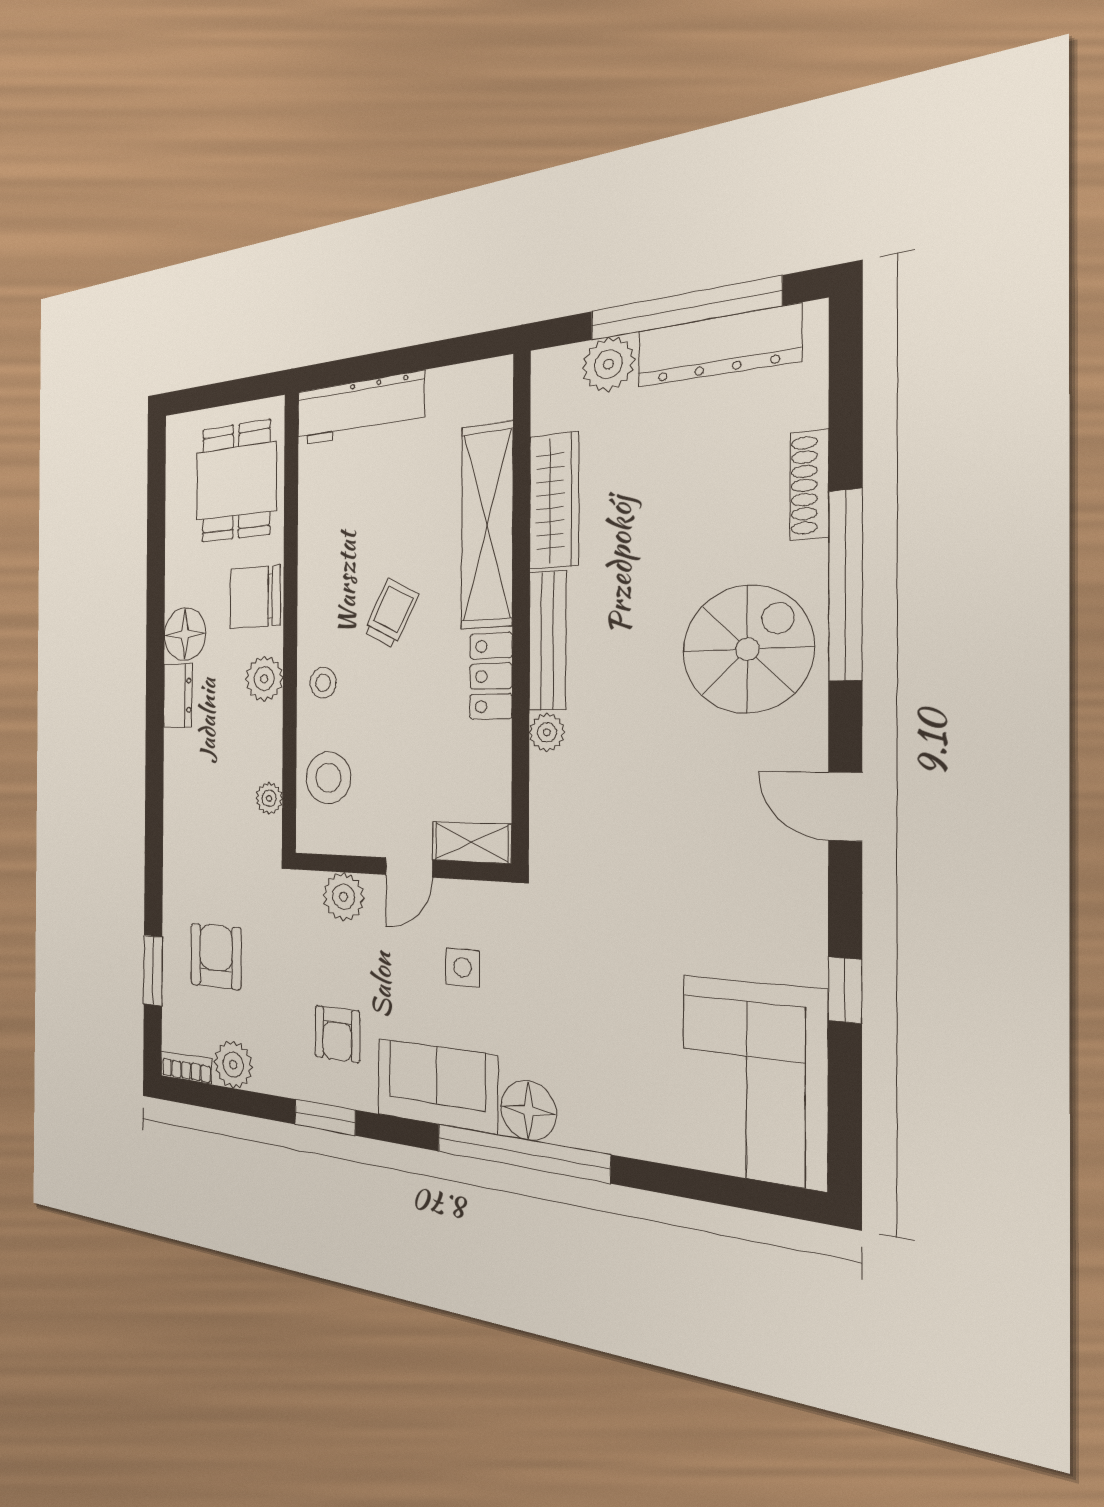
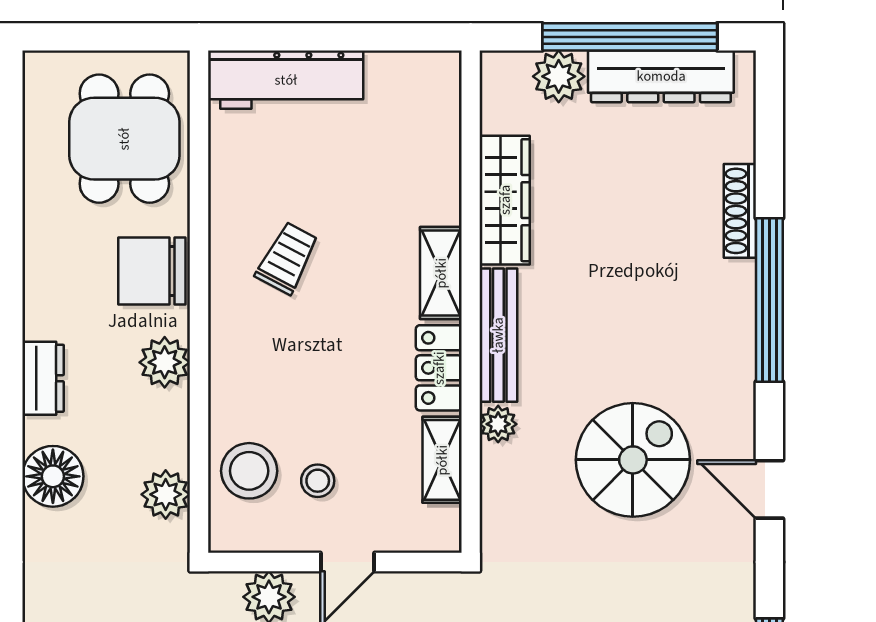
shelving: (487, 526) -> (441, 273), width x0.45, depth x0.75
trolley: (391, 613) -> (287, 258), moved
floor lamp: (185, 634) -> (53, 476), moved
spiral stairs: (747, 649) -> (633, 460), moved
stool: (323, 683) -> (318, 481), moved
plant: (269, 798) -> (166, 494), width x1.38, depth x1.38
shelving: (471, 842) -> (442, 460), moved, turned 90

